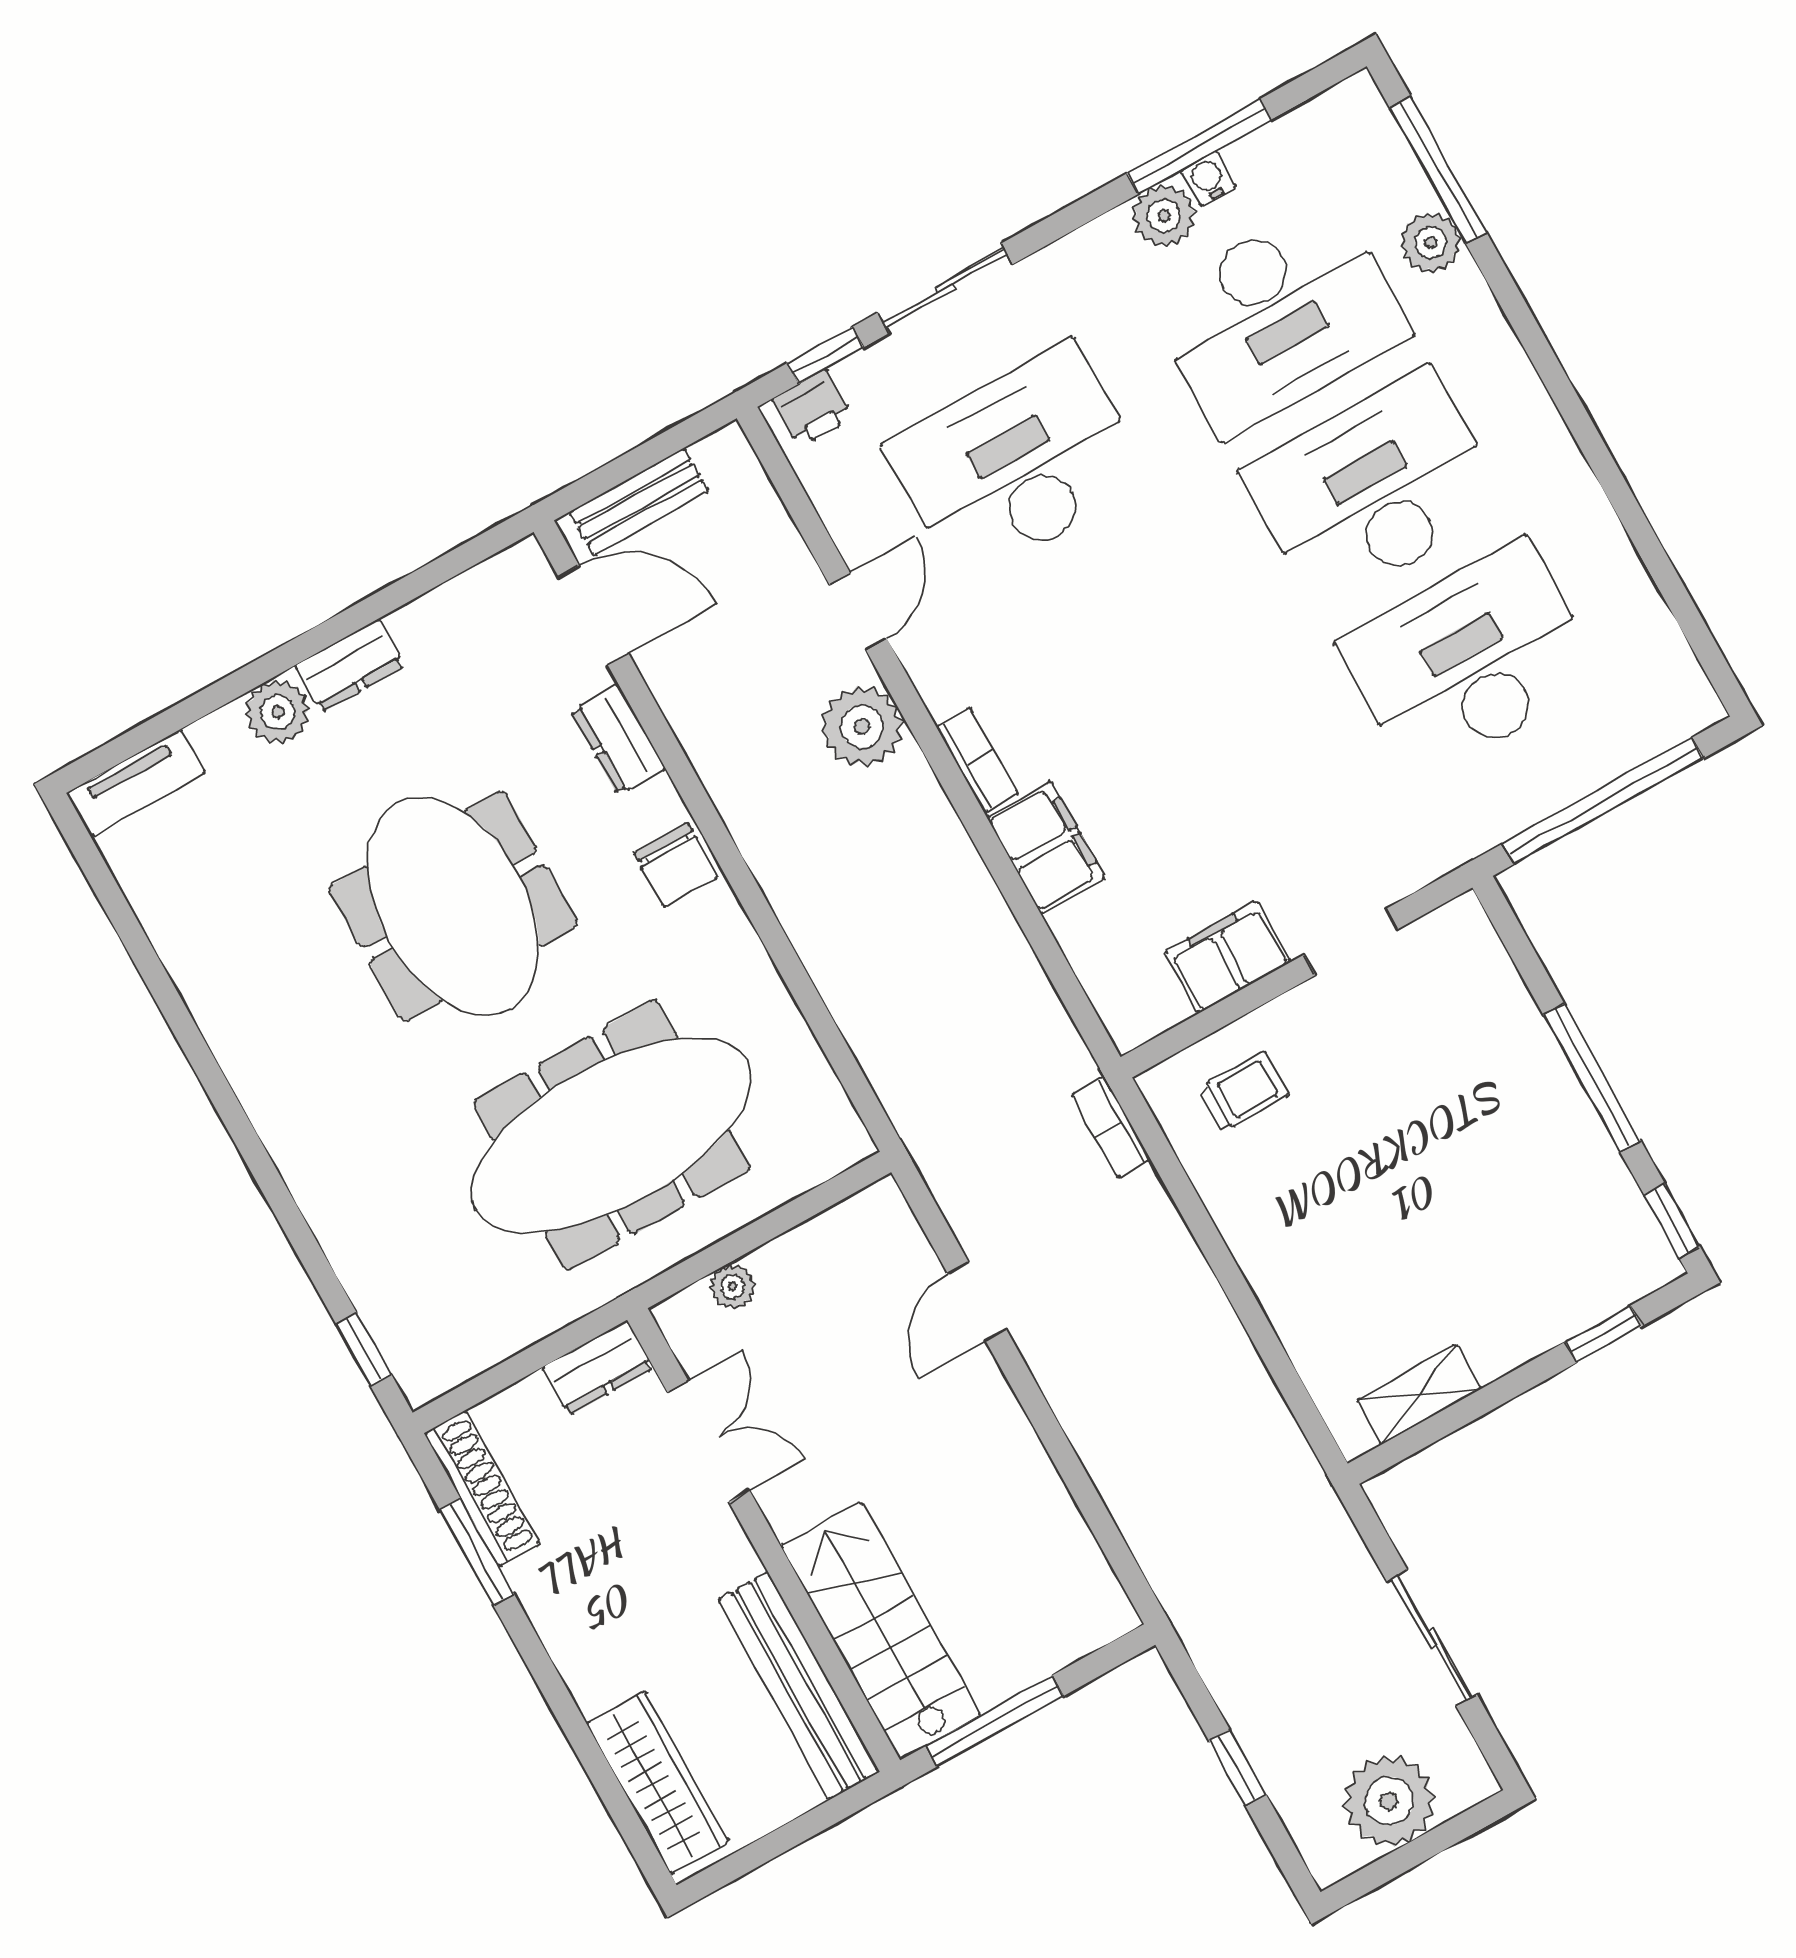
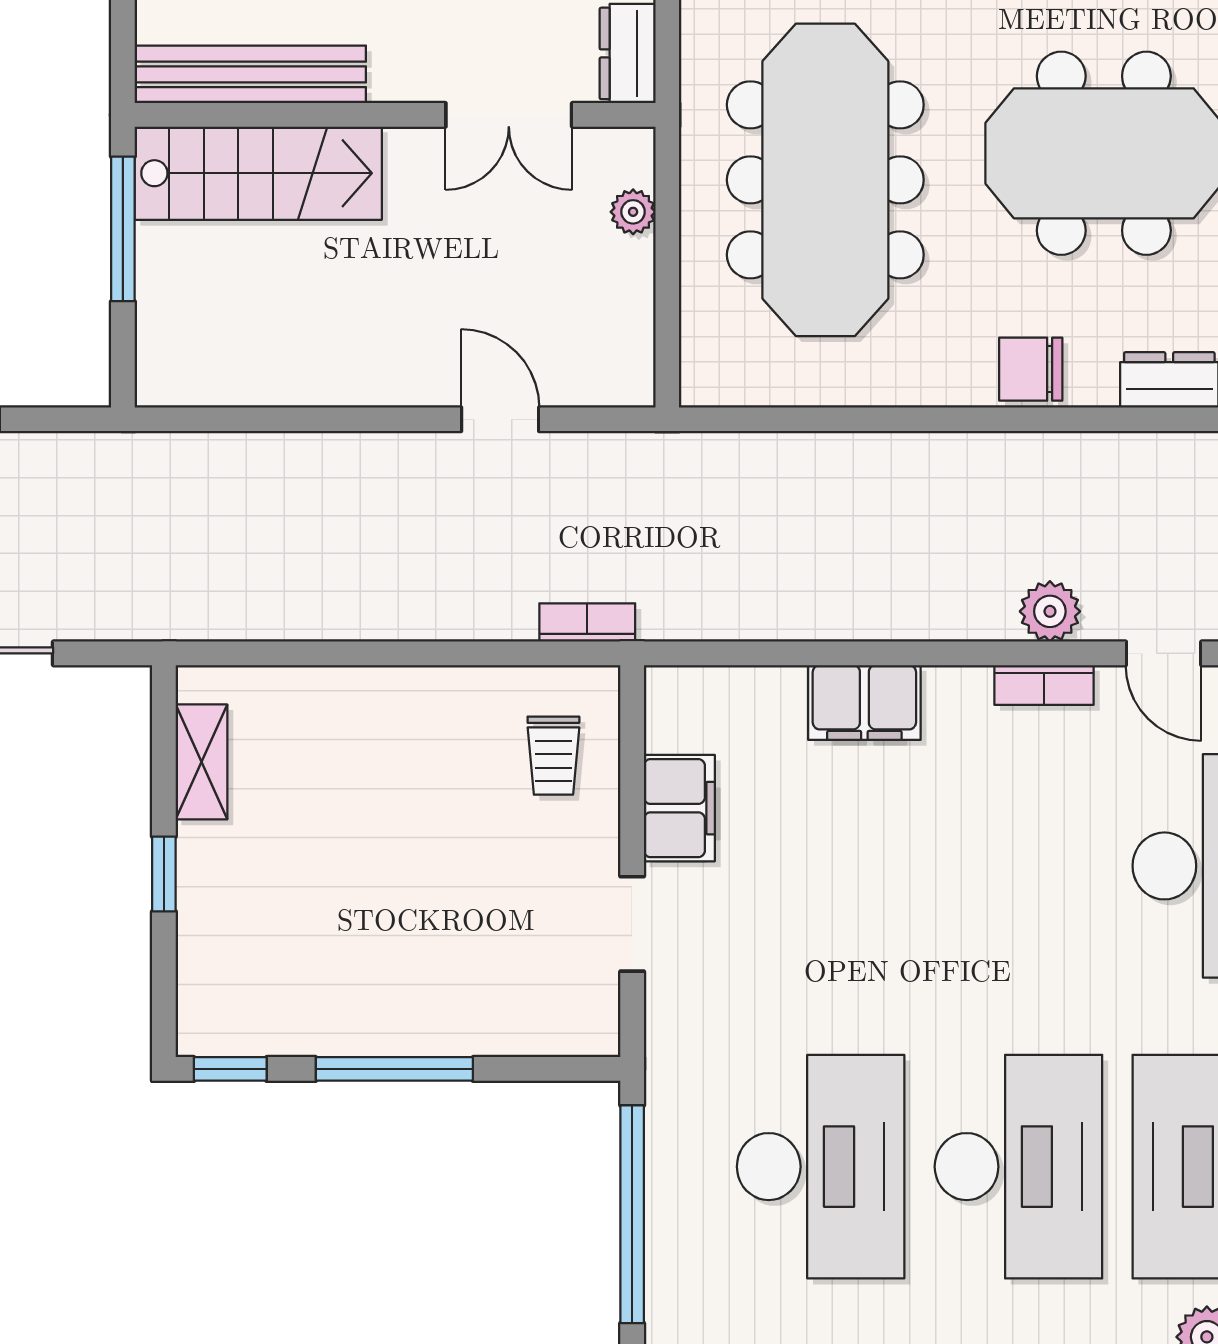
plant: (862, 727) -> (1050, 611), width x0.73, depth x0.73
bookcase: (977, 760) -> (1044, 685), moved
window: (1604, 1334) -> (164, 874), moved

